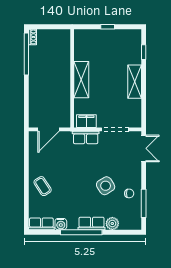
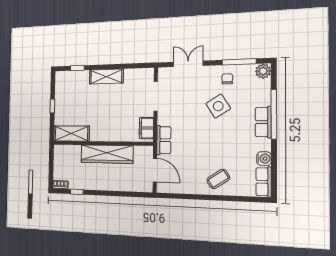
window: (26, 54) -> (77, 192), width x0.32
shelving: (81, 80) -> (71, 133), moved
wardrobe: (62, 83) -> (107, 154), added
row of seats: (86, 138) -> (164, 140), moved
double door: (144, 148) -> (188, 64), moved
plant: (112, 224) -> (263, 71), moved
window: (81, 232) -> (274, 114), moved

